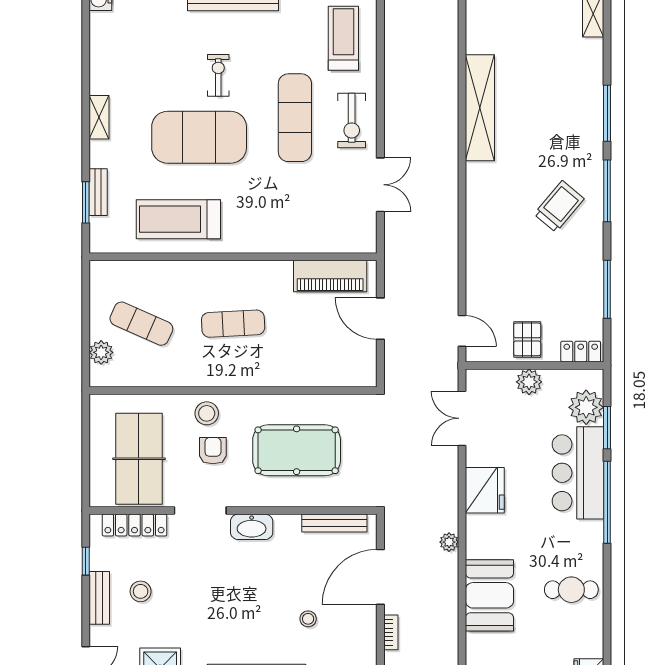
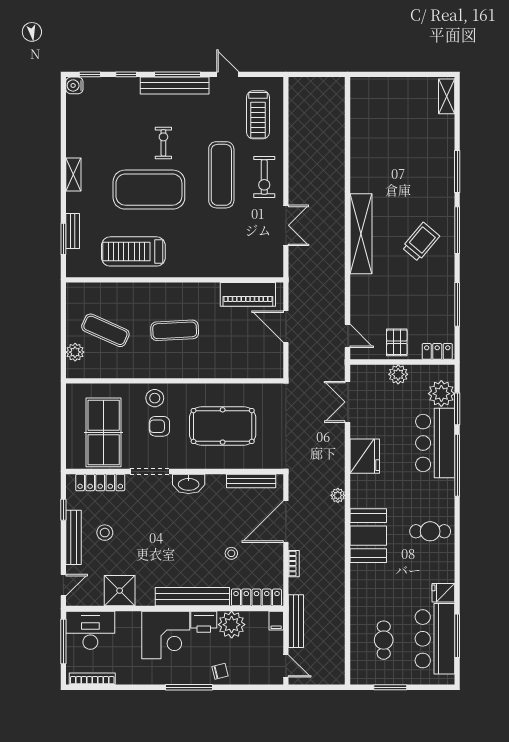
treadmill: (343, 38) -> (258, 115), turned 180
shelving: (480, 108) -> (361, 234), moved
armchair: (213, 451) -> (159, 426), turned -90
bench: (99, 598) -> (74, 537), width x1.36

